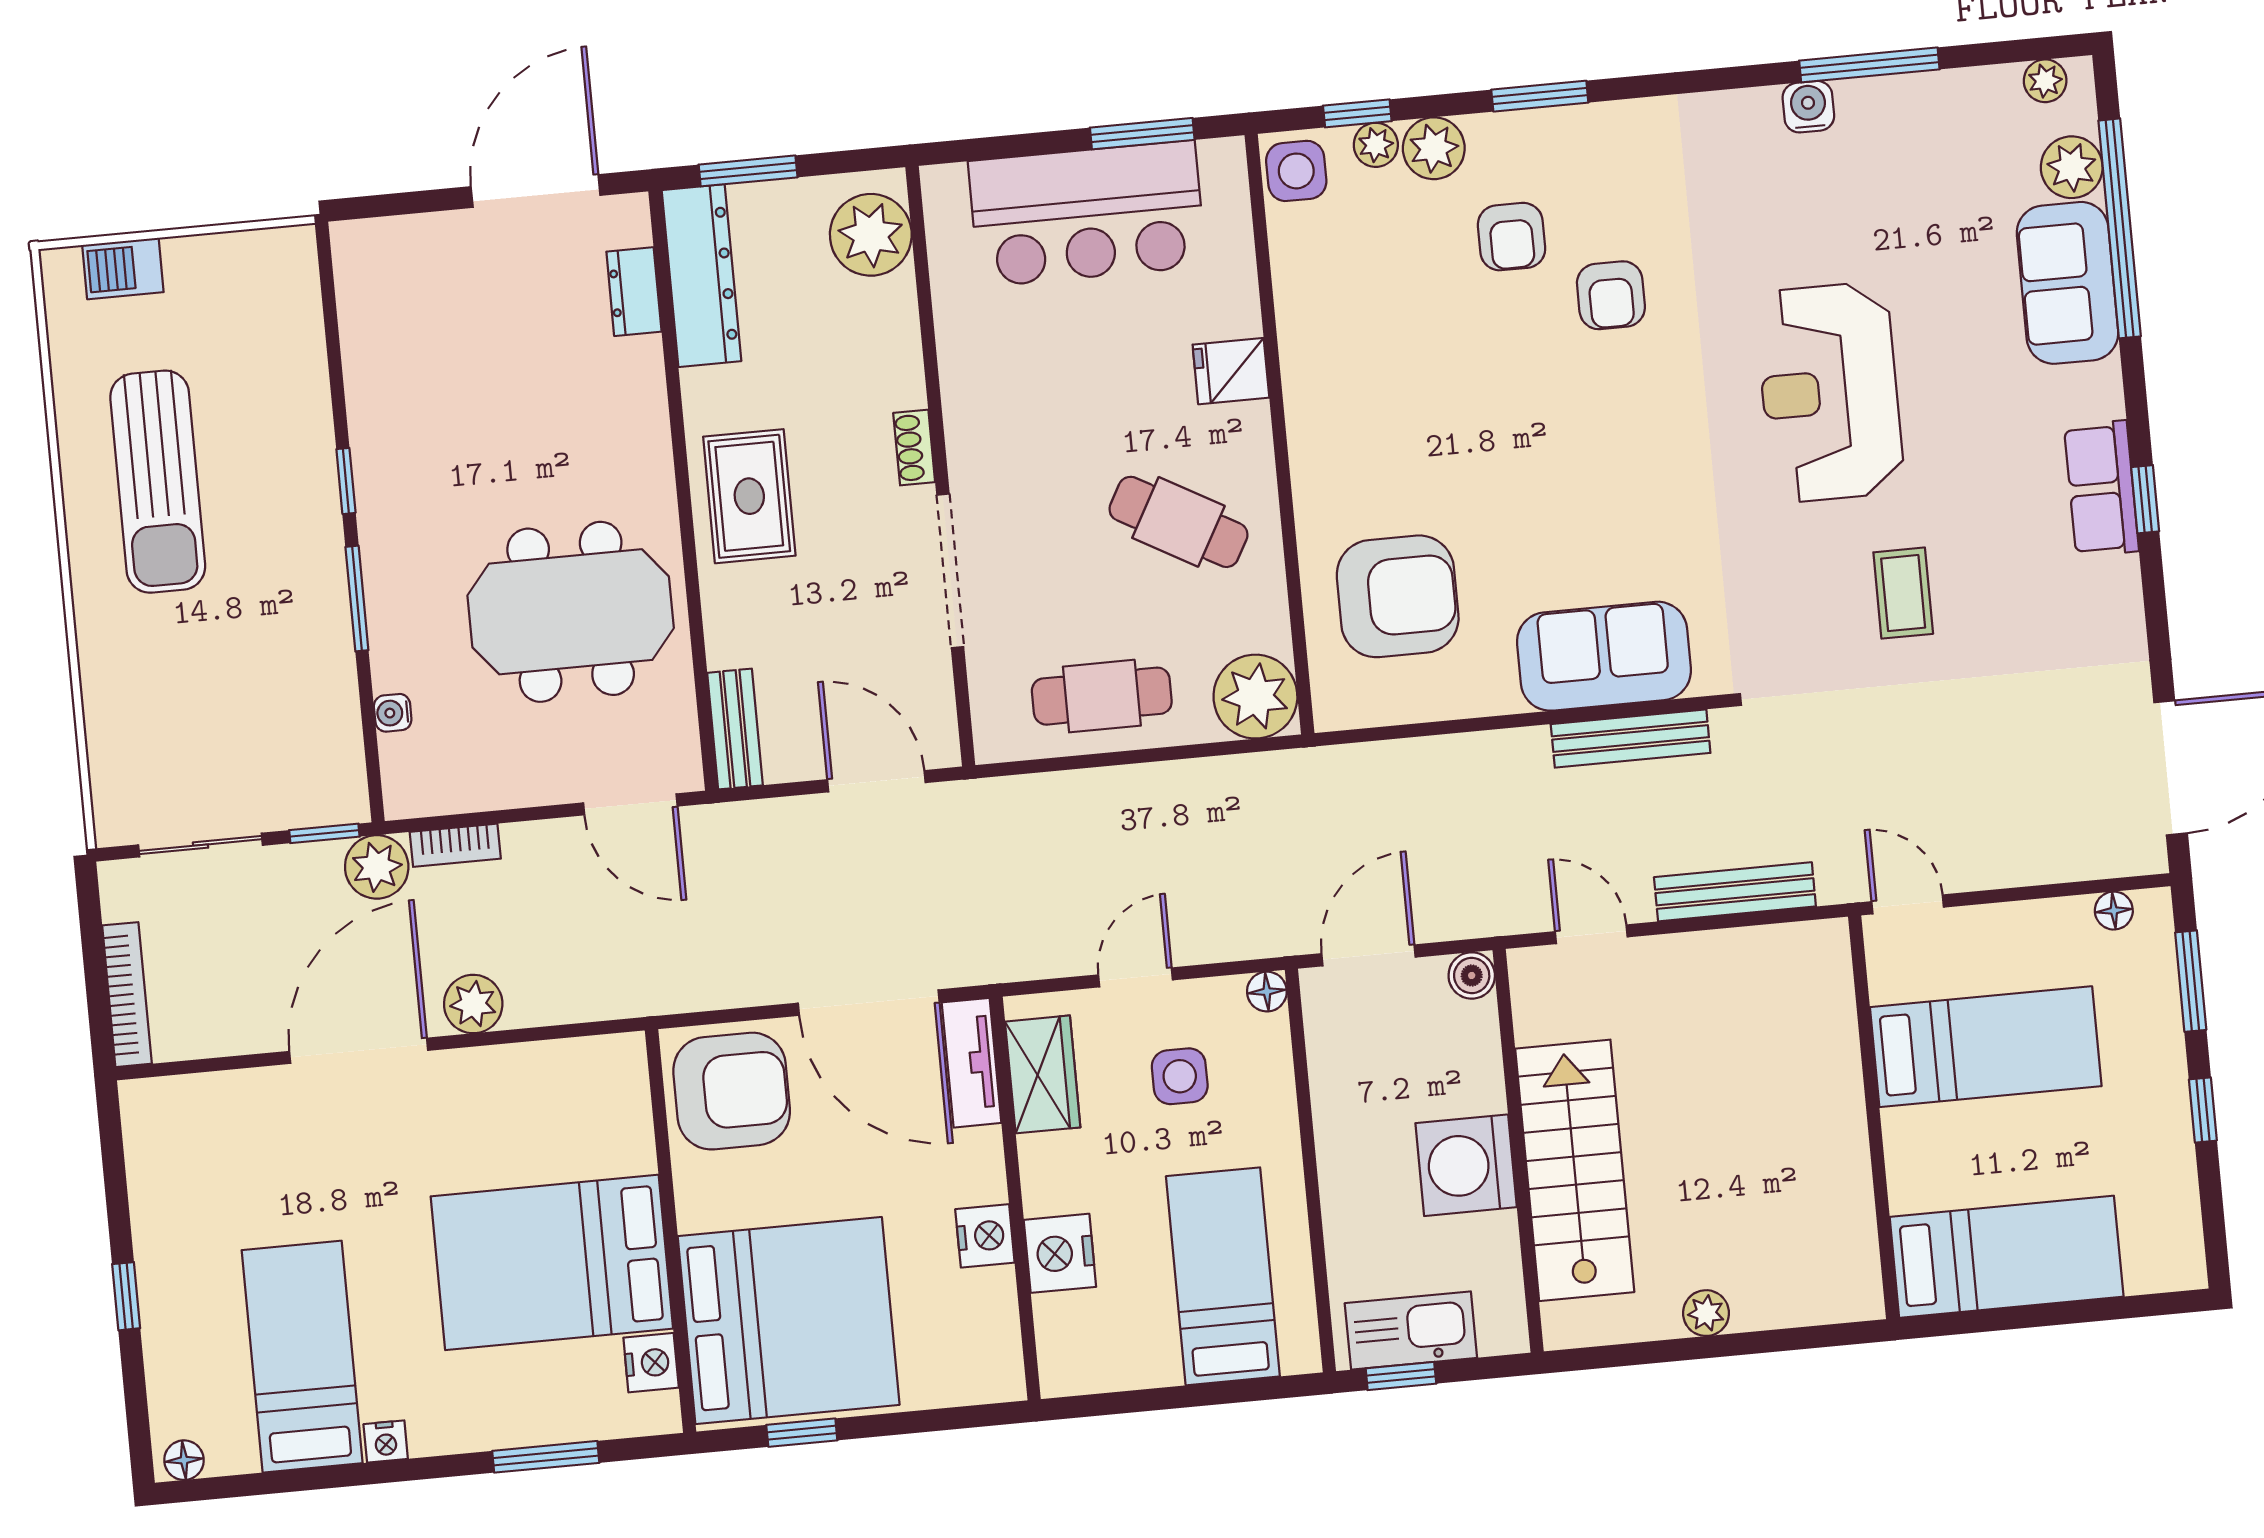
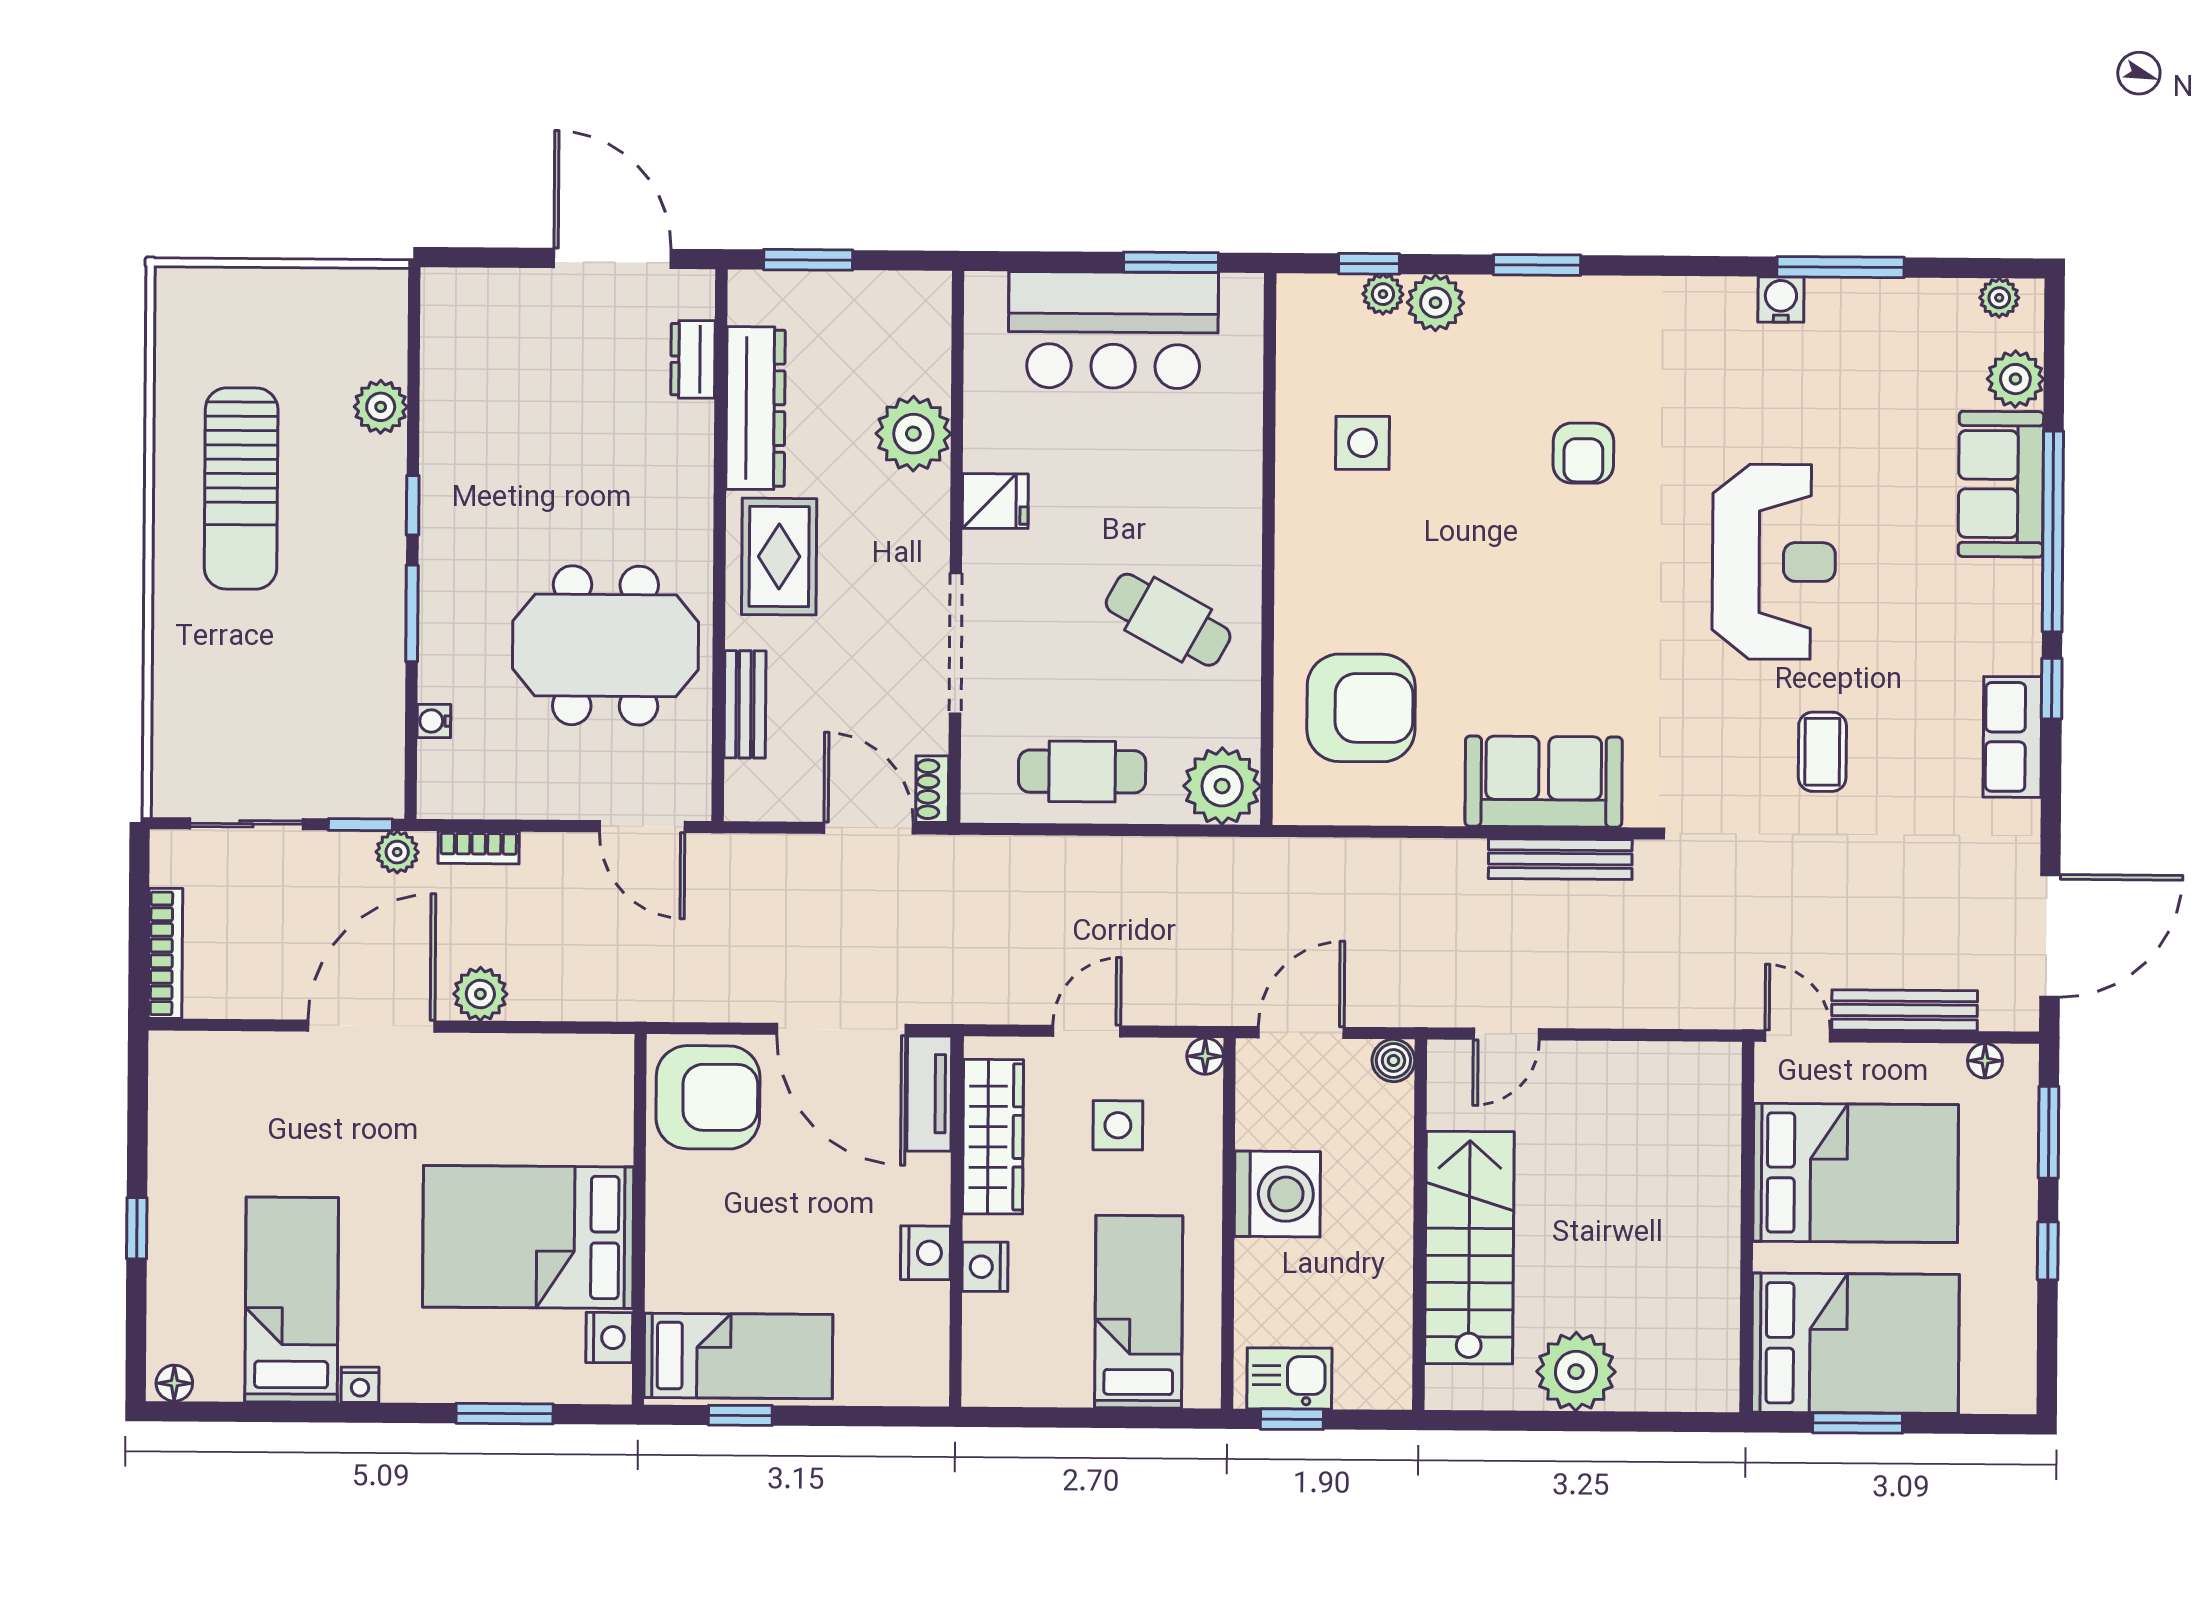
side table: (1296, 171) -> (1363, 443), moved
door: (536, 191) -> (612, 258), hinge flipped
window: (2120, 228) -> (2053, 531), moved
plant: (871, 235) -> (913, 434), moved
armchair: (1512, 237) -> (1498, 390), removed
barbecue: (123, 268) -> (229, 291), removed
dresser: (701, 276) -> (756, 408), moved
fridge: (1231, 371) -> (995, 501), moved, turned 180
plant: (300, 378) -> (381, 407), added
reception desk: (1830, 392) -> (1774, 562), turned 180
shoe rack: (914, 448) -> (932, 789), moved
row of seats: (2101, 489) -> (2012, 737), moved
bench: (735, 729) -> (745, 704), moved
plant: (377, 867) -> (397, 852), width x0.73, depth x0.73
bench: (1735, 892) -> (1905, 1010), moved
door: (1591, 934) -> (1506, 1034), swing flipped
bed: (1986, 1047) -> (1856, 1173), width x1.50
wardrobe: (1043, 1074) -> (993, 1137), width x1.50
washing machine: (1466, 1165) -> (1277, 1194), moved, turned 180
nightstand: (1060, 1253) -> (985, 1267), width x0.74, depth x0.75
bed: (2007, 1257) -> (1855, 1343), width x1.50
plant: (1706, 1313) -> (1576, 1372), width x1.88, depth x1.88
window: (2015, 1318) -> (1858, 1423), added
bed: (789, 1320) -> (738, 1356), width x0.49
kitchen sink: (1411, 1330) -> (1289, 1378), width x0.73

